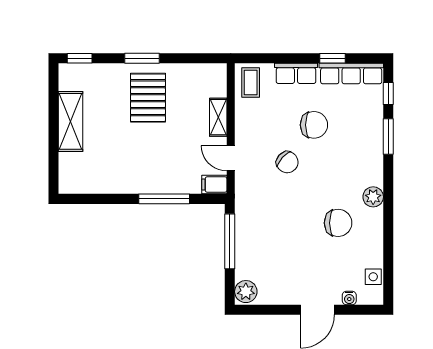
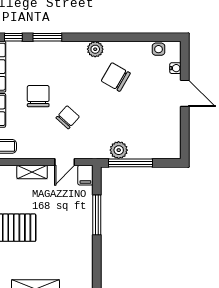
chair: (338, 223) -> (116, 77), turned -60
plant: (246, 292) -> (119, 150), moved

